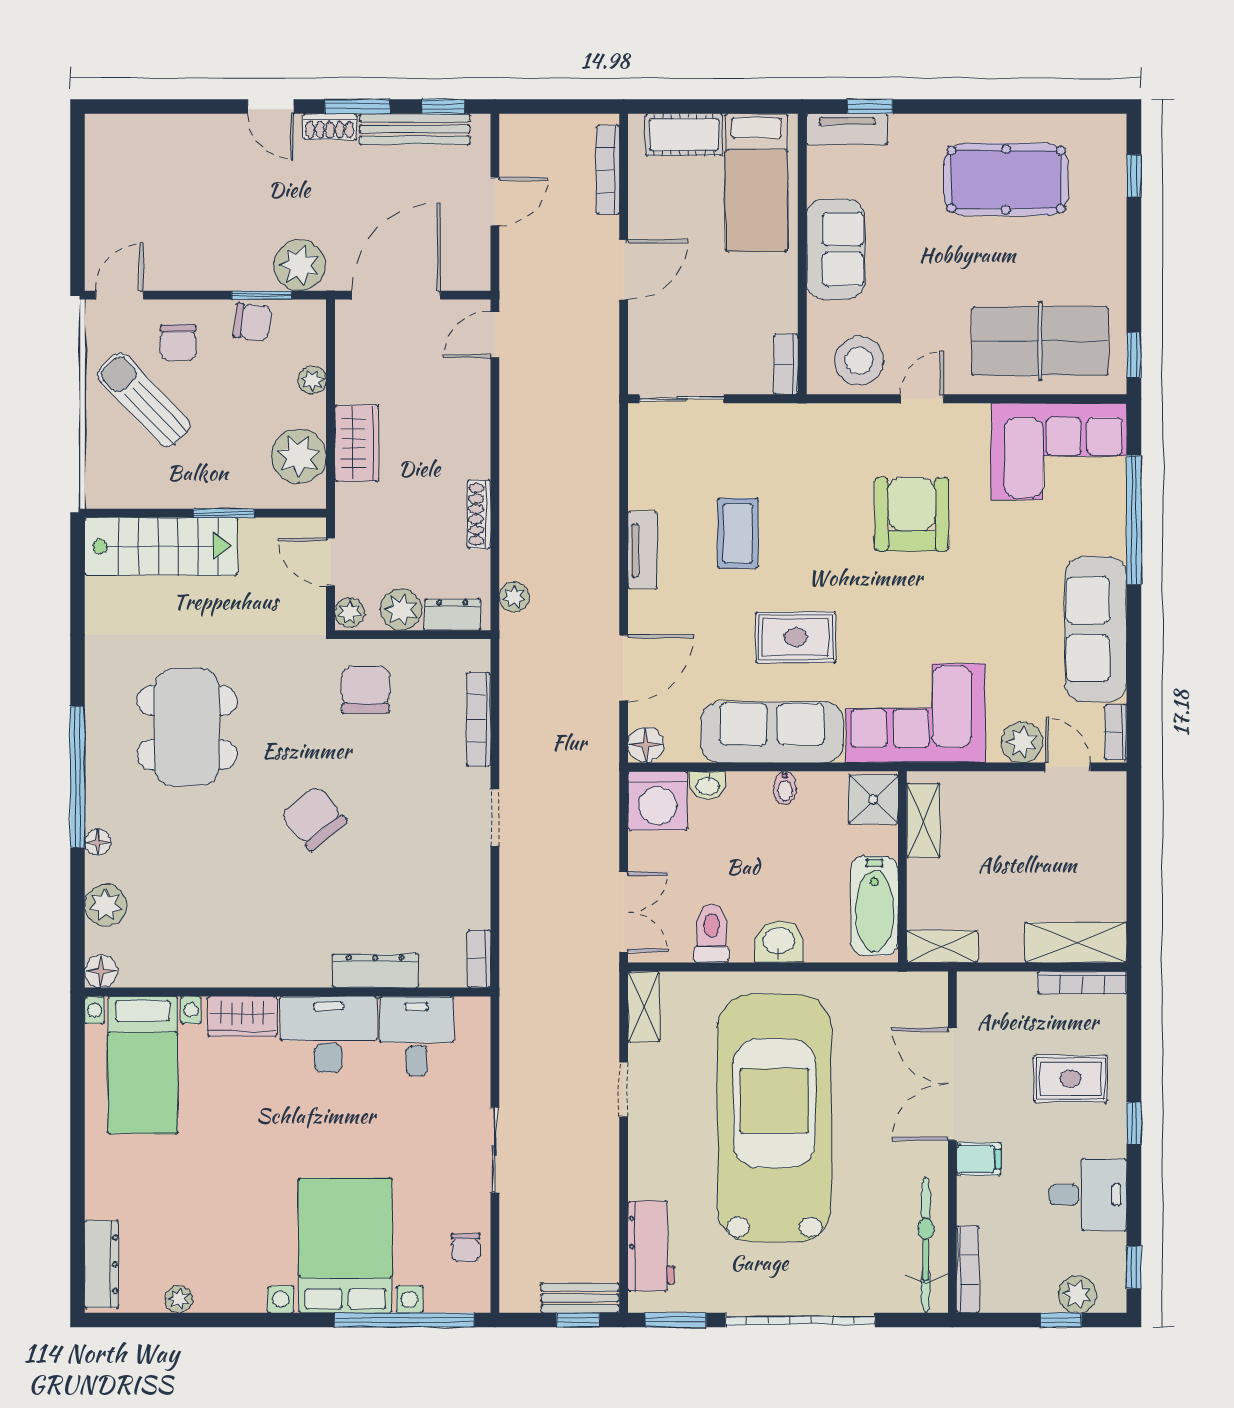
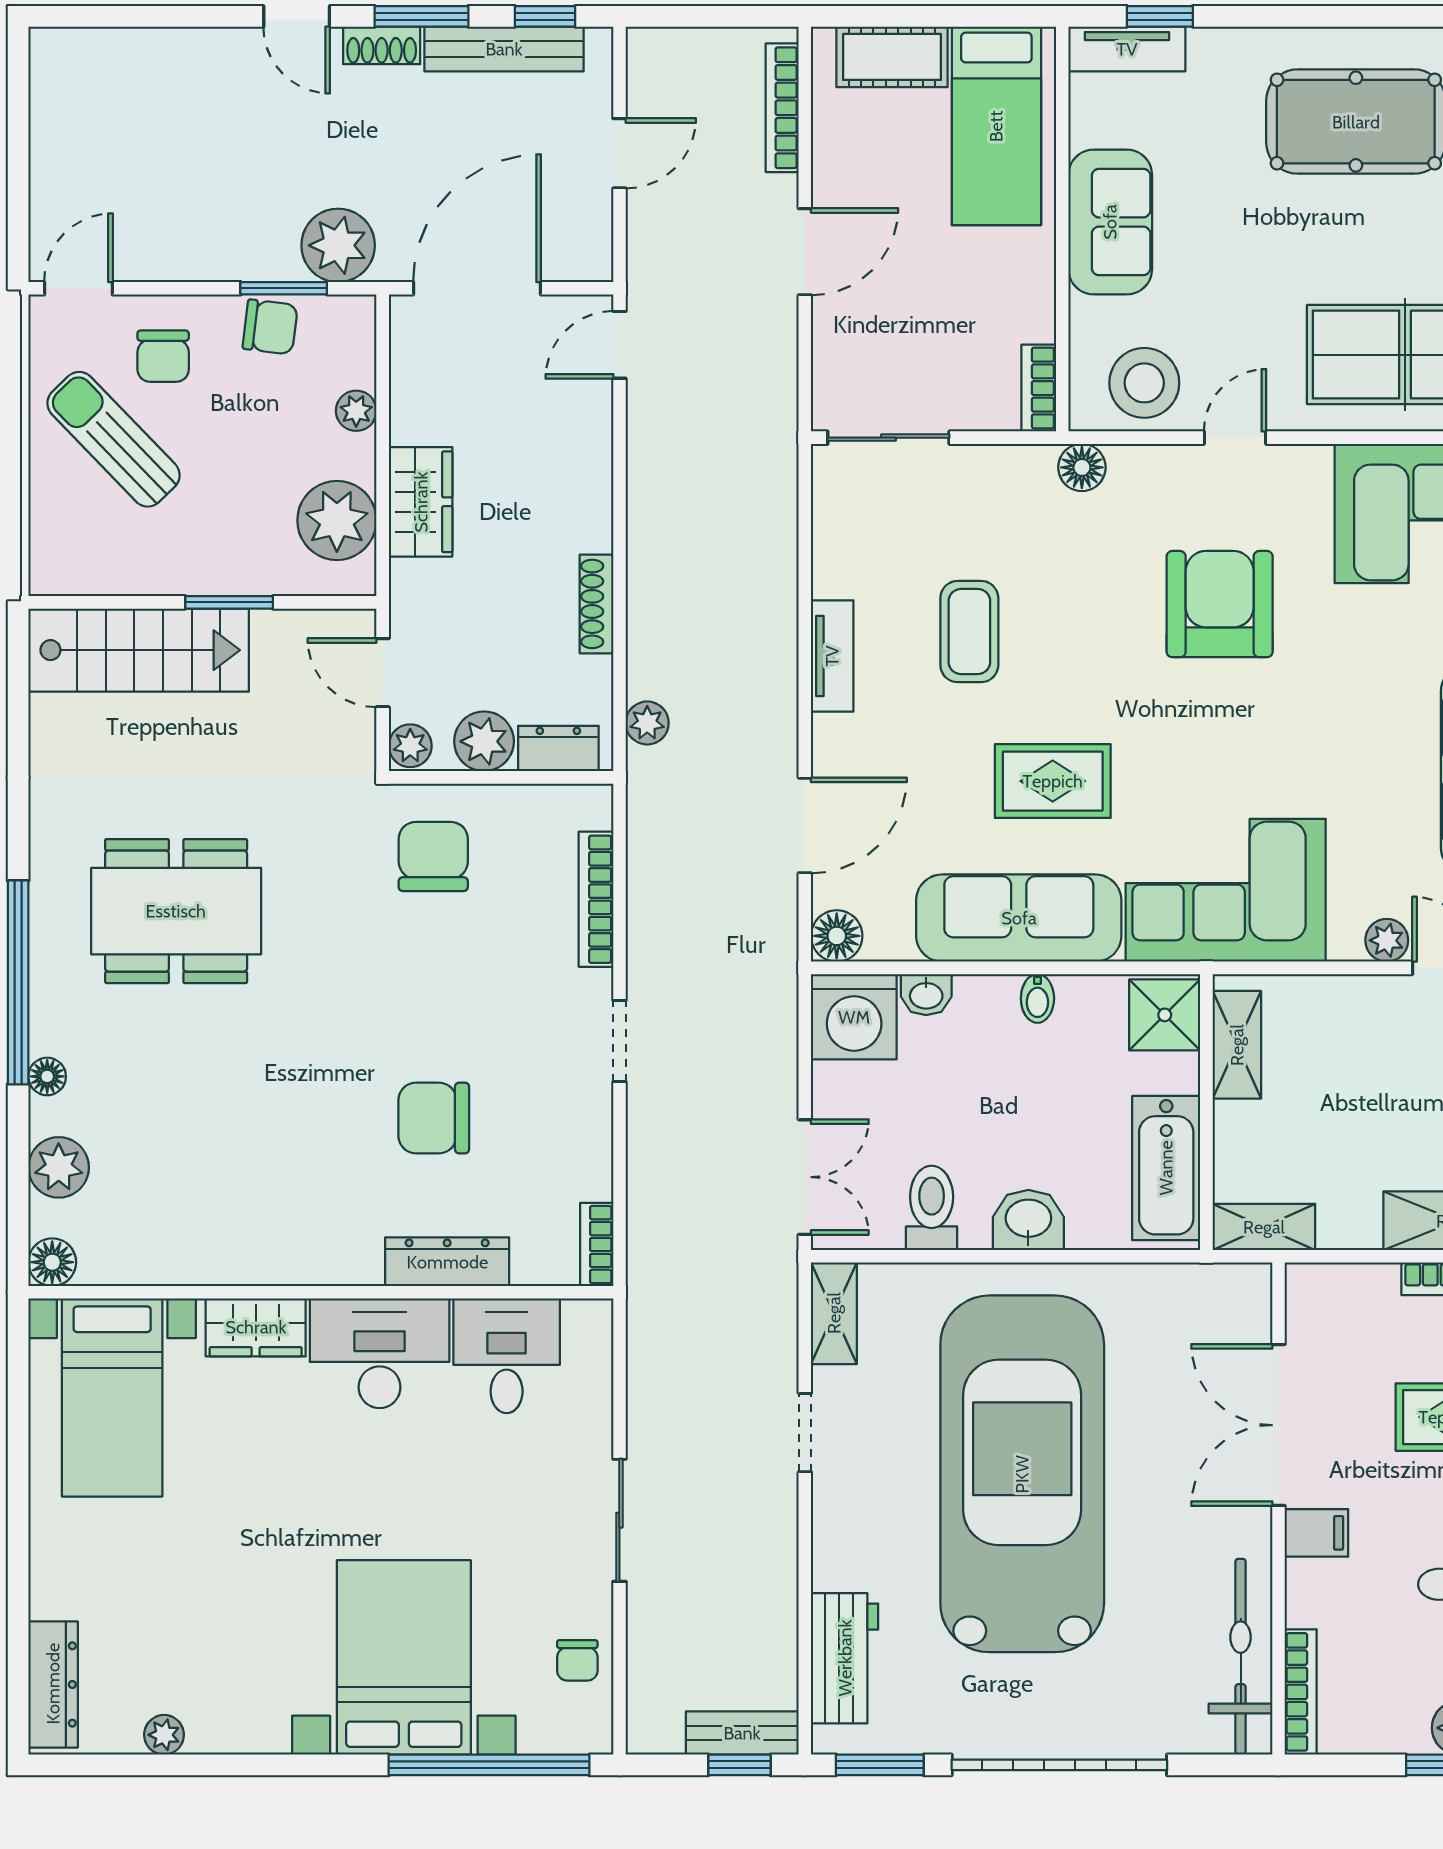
floor lamp: (816, 419) -> (1082, 467), added
dining table: (187, 727) -> (176, 911), turned 90
plant: (1022, 742) -> (1387, 940), width x0.73, depth x0.73
chair: (314, 818) -> (434, 1118), moved, turned -50

